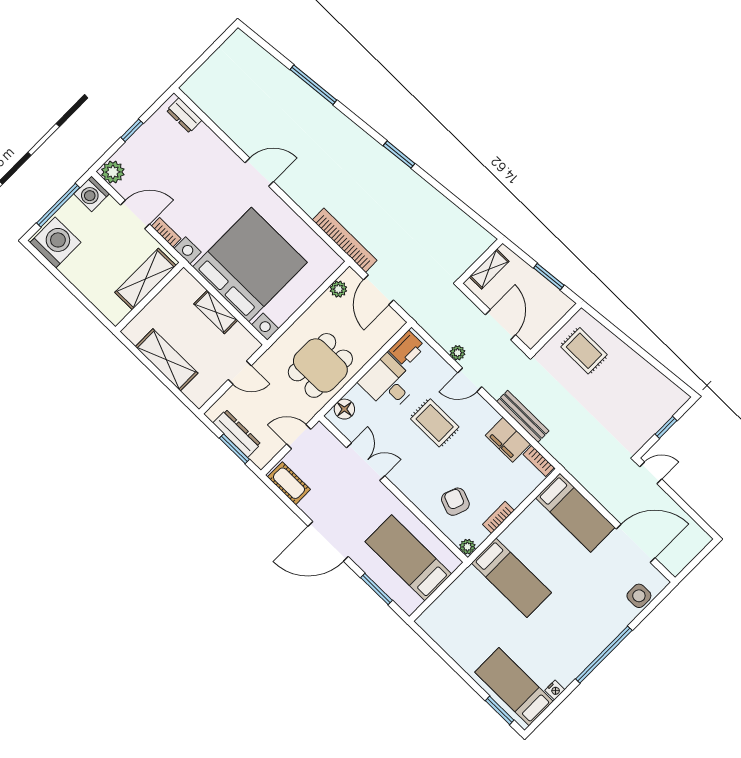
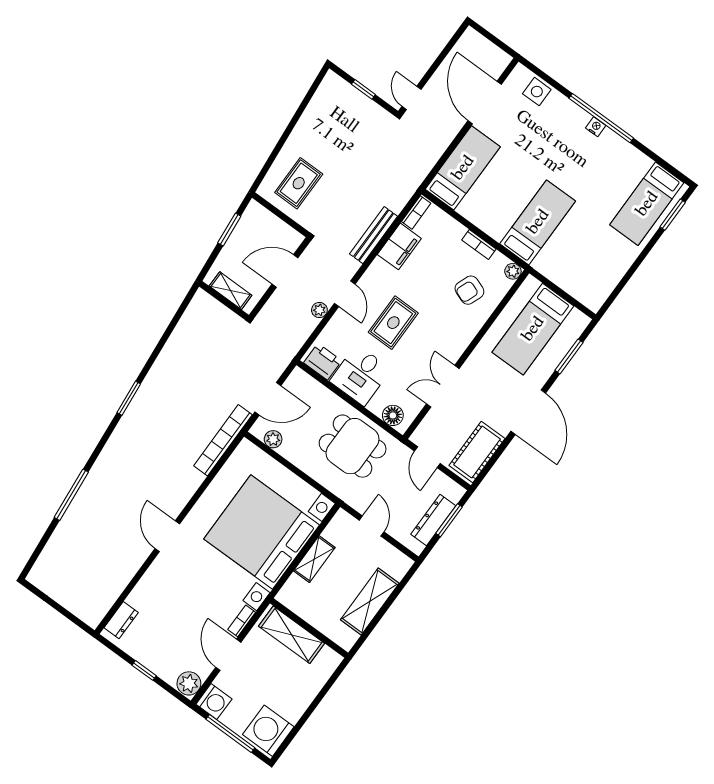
cot: (289, 483) -> (477, 452), width x1.37, depth x1.34
nightstand: (555, 690) -> (596, 127), moved

